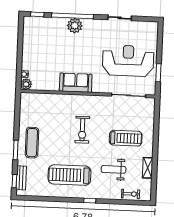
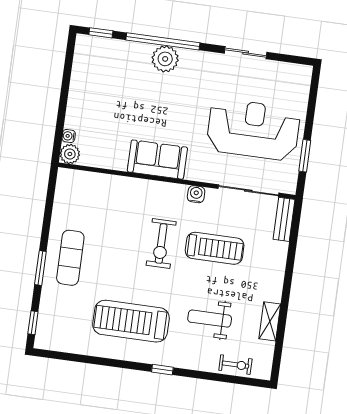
water cooler: (99, 100) -> (196, 194), added
treadmill: (126, 138) -> (215, 248), moved
bench: (21, 178) -> (284, 219), moved

